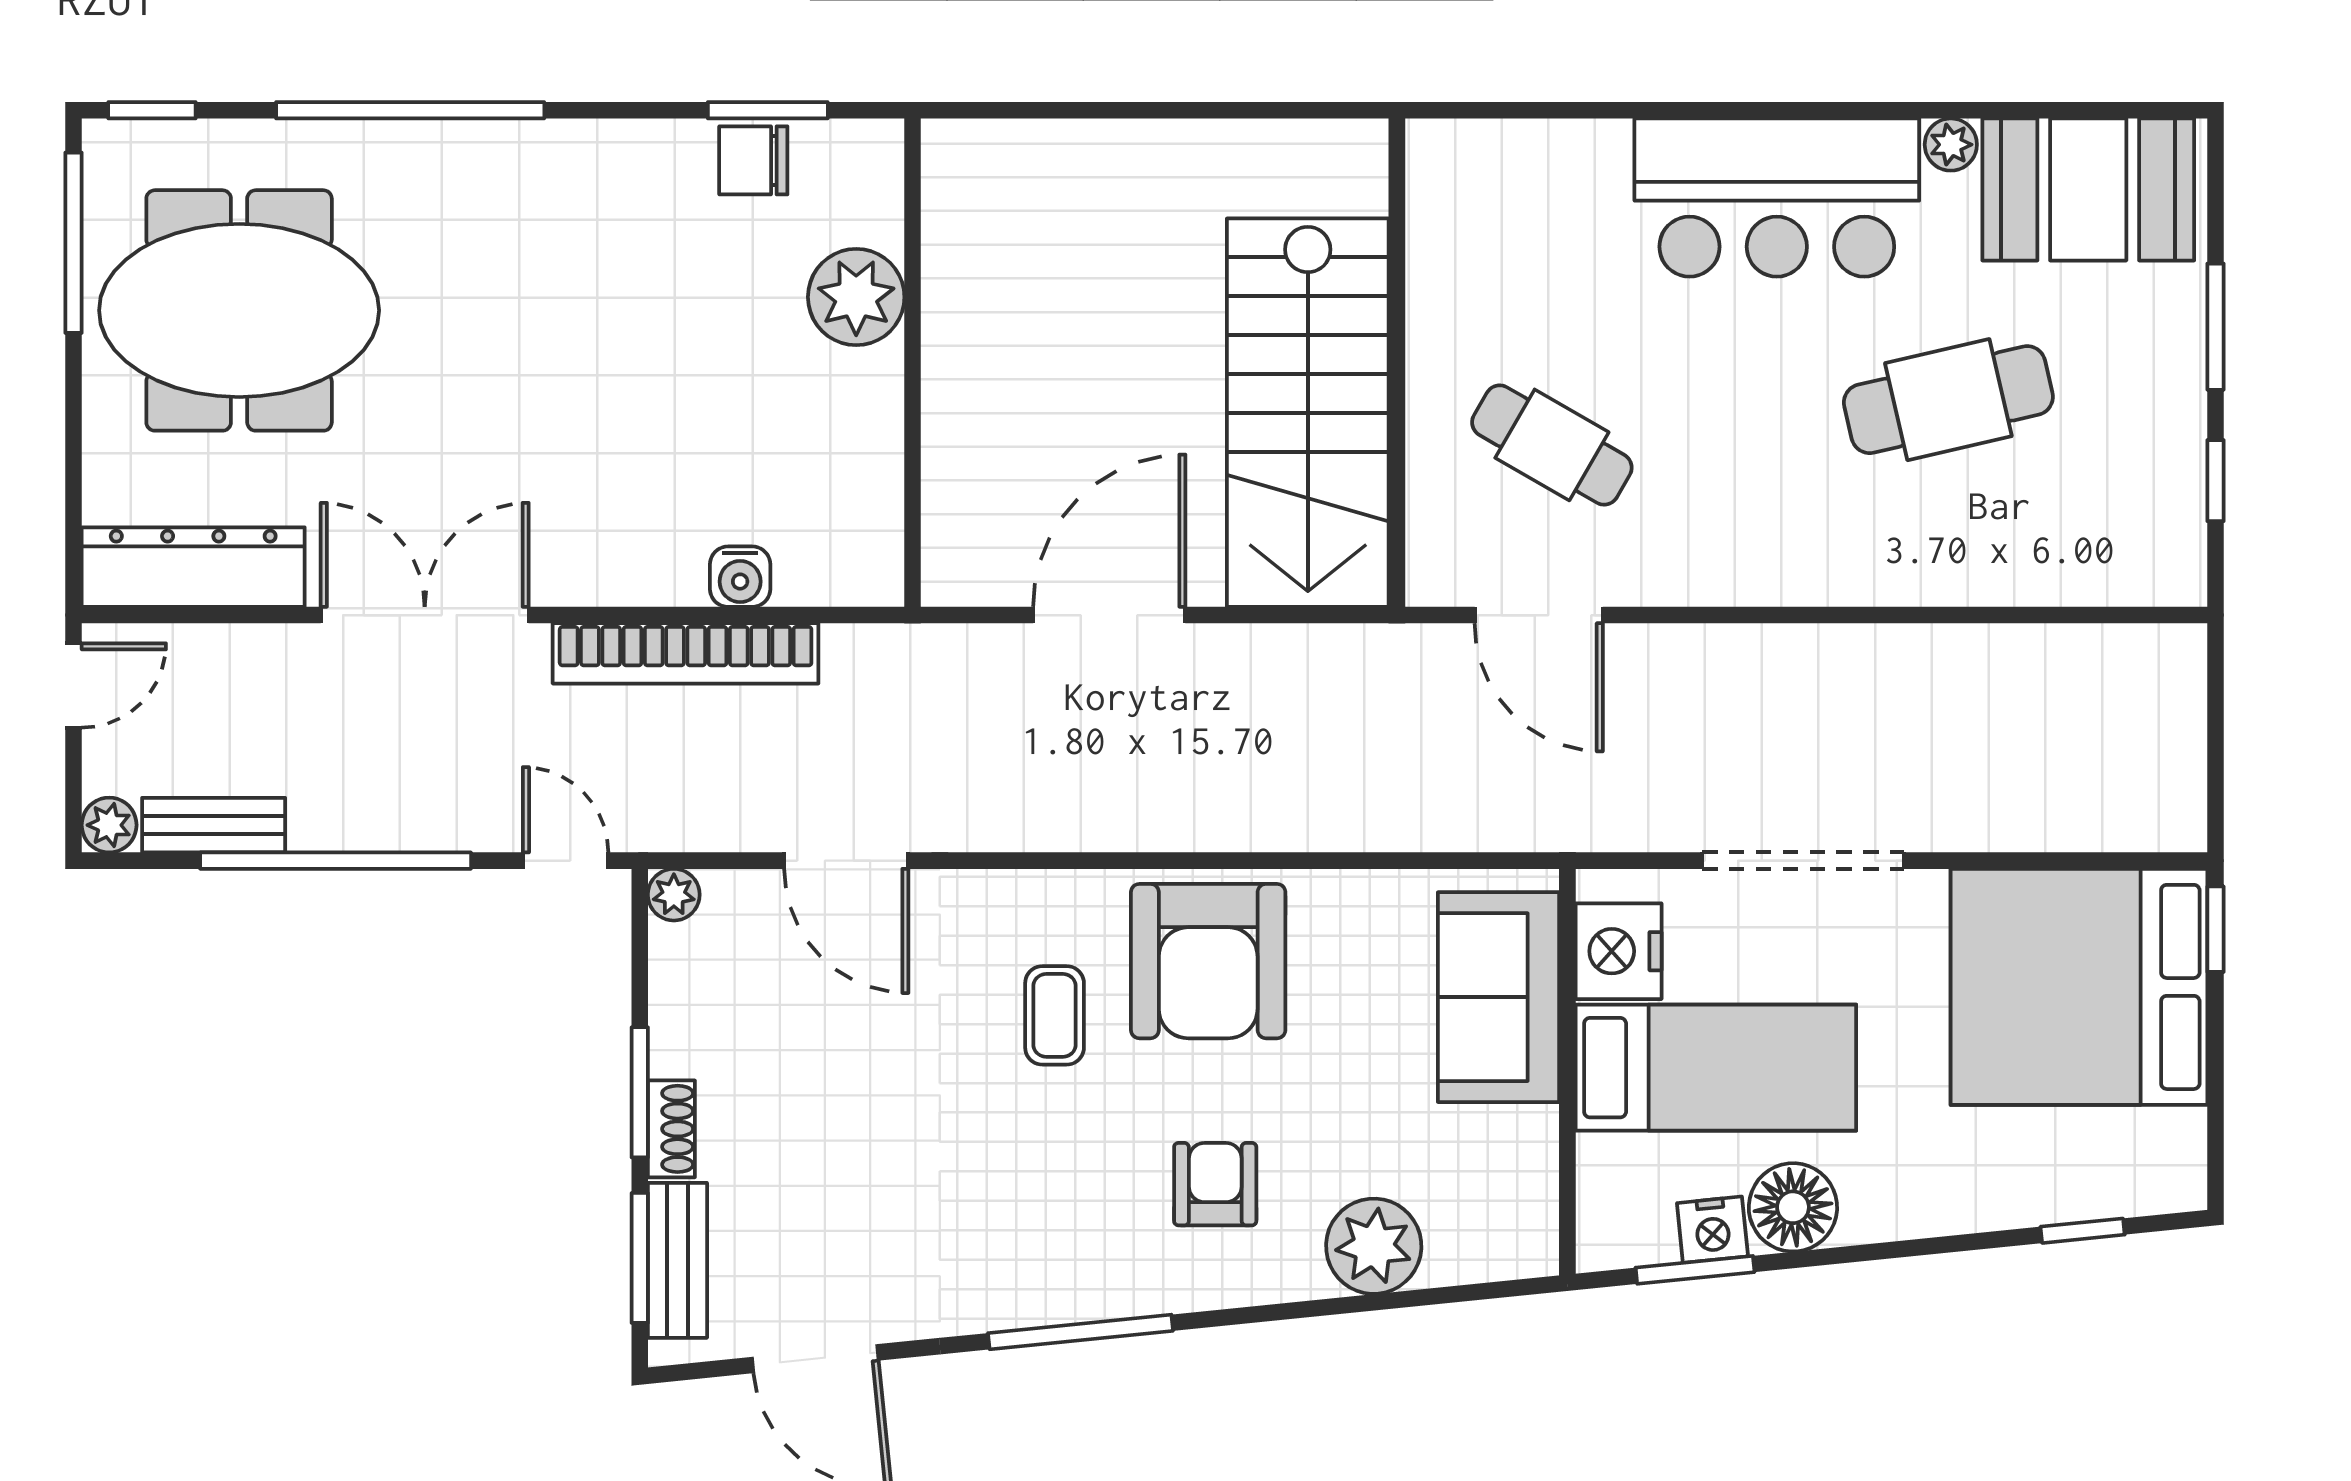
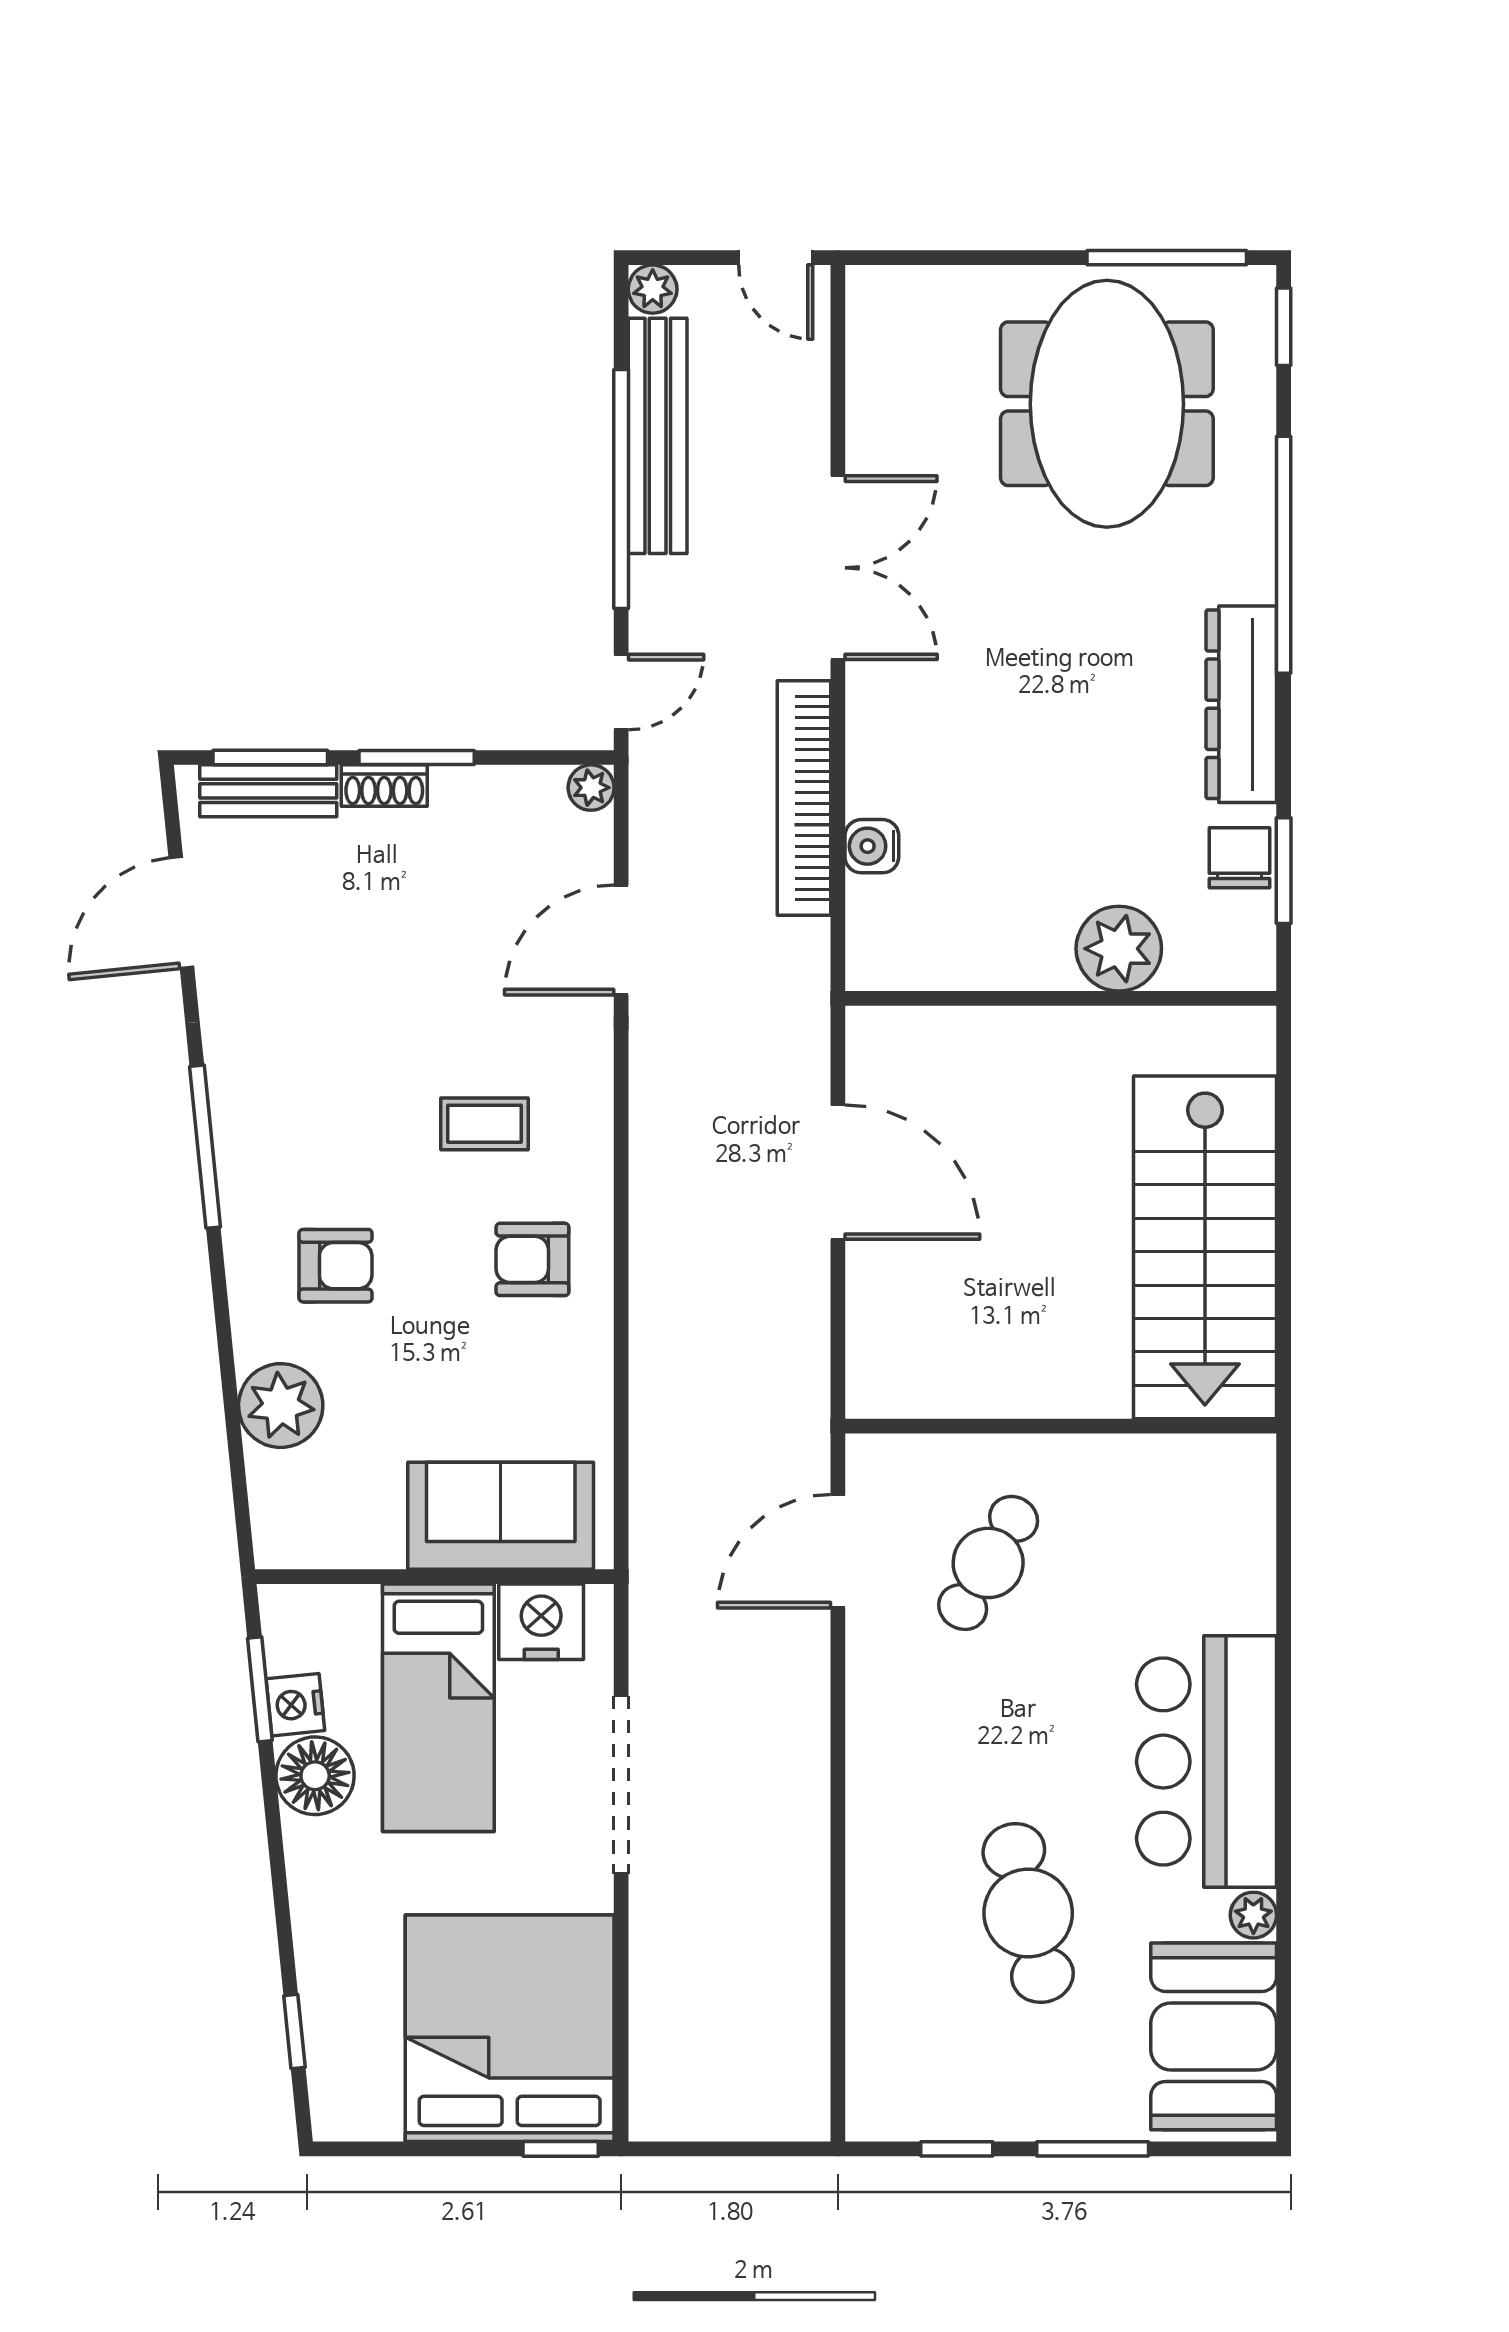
stairs: (1308, 413) -> (1205, 1247), moved, turned -90
dresser: (193, 567) -> (1241, 704), moved, turned 180
bench: (214, 825) -> (658, 436), width x1.86, depth x1.21
armchair: (1208, 961) -> (532, 1259), width x0.53, depth x0.53

